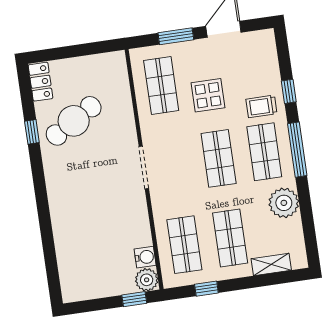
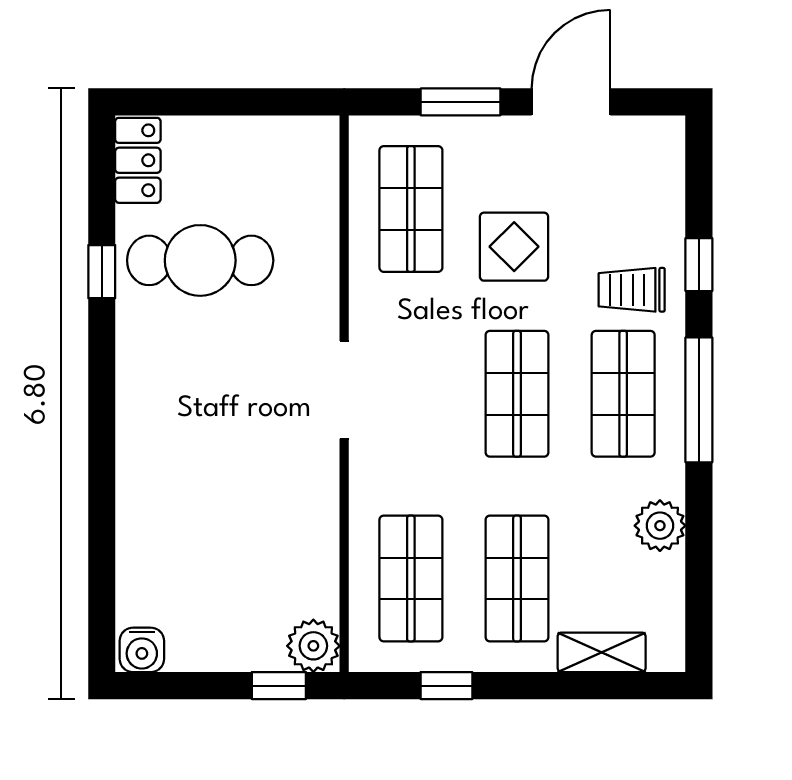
cafe table: (74, 121) -> (200, 260), turned 31
plant: (284, 203) -> (660, 526), width x0.73, depth x0.73
water cooler: (145, 257) -> (142, 650), moved, turned 90

